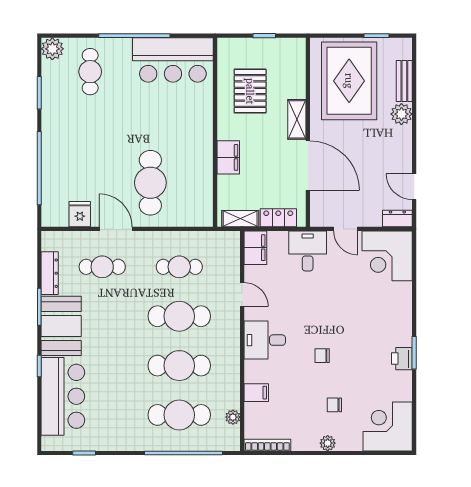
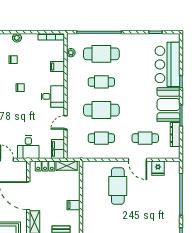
filing cabinet: (228, 157) -> (73, 205), width x0.50
door: (242, 294) -> (66, 122), hinge flipped
cafe table: (179, 366) -> (101, 82), width x0.73, depth x0.74

